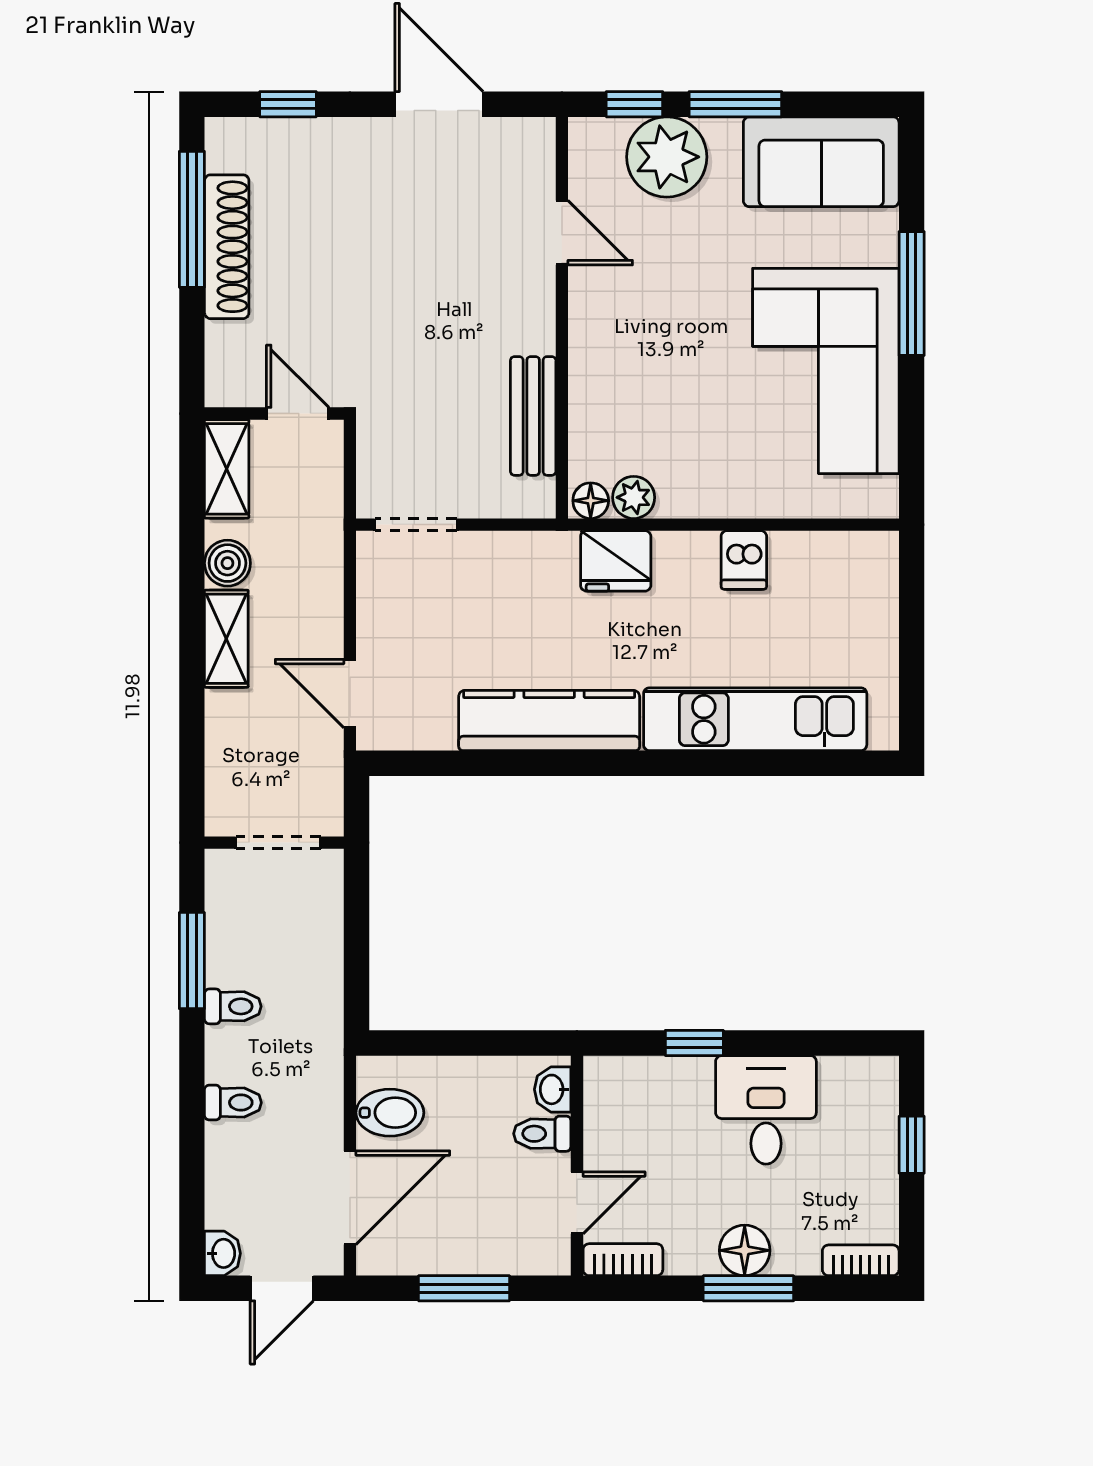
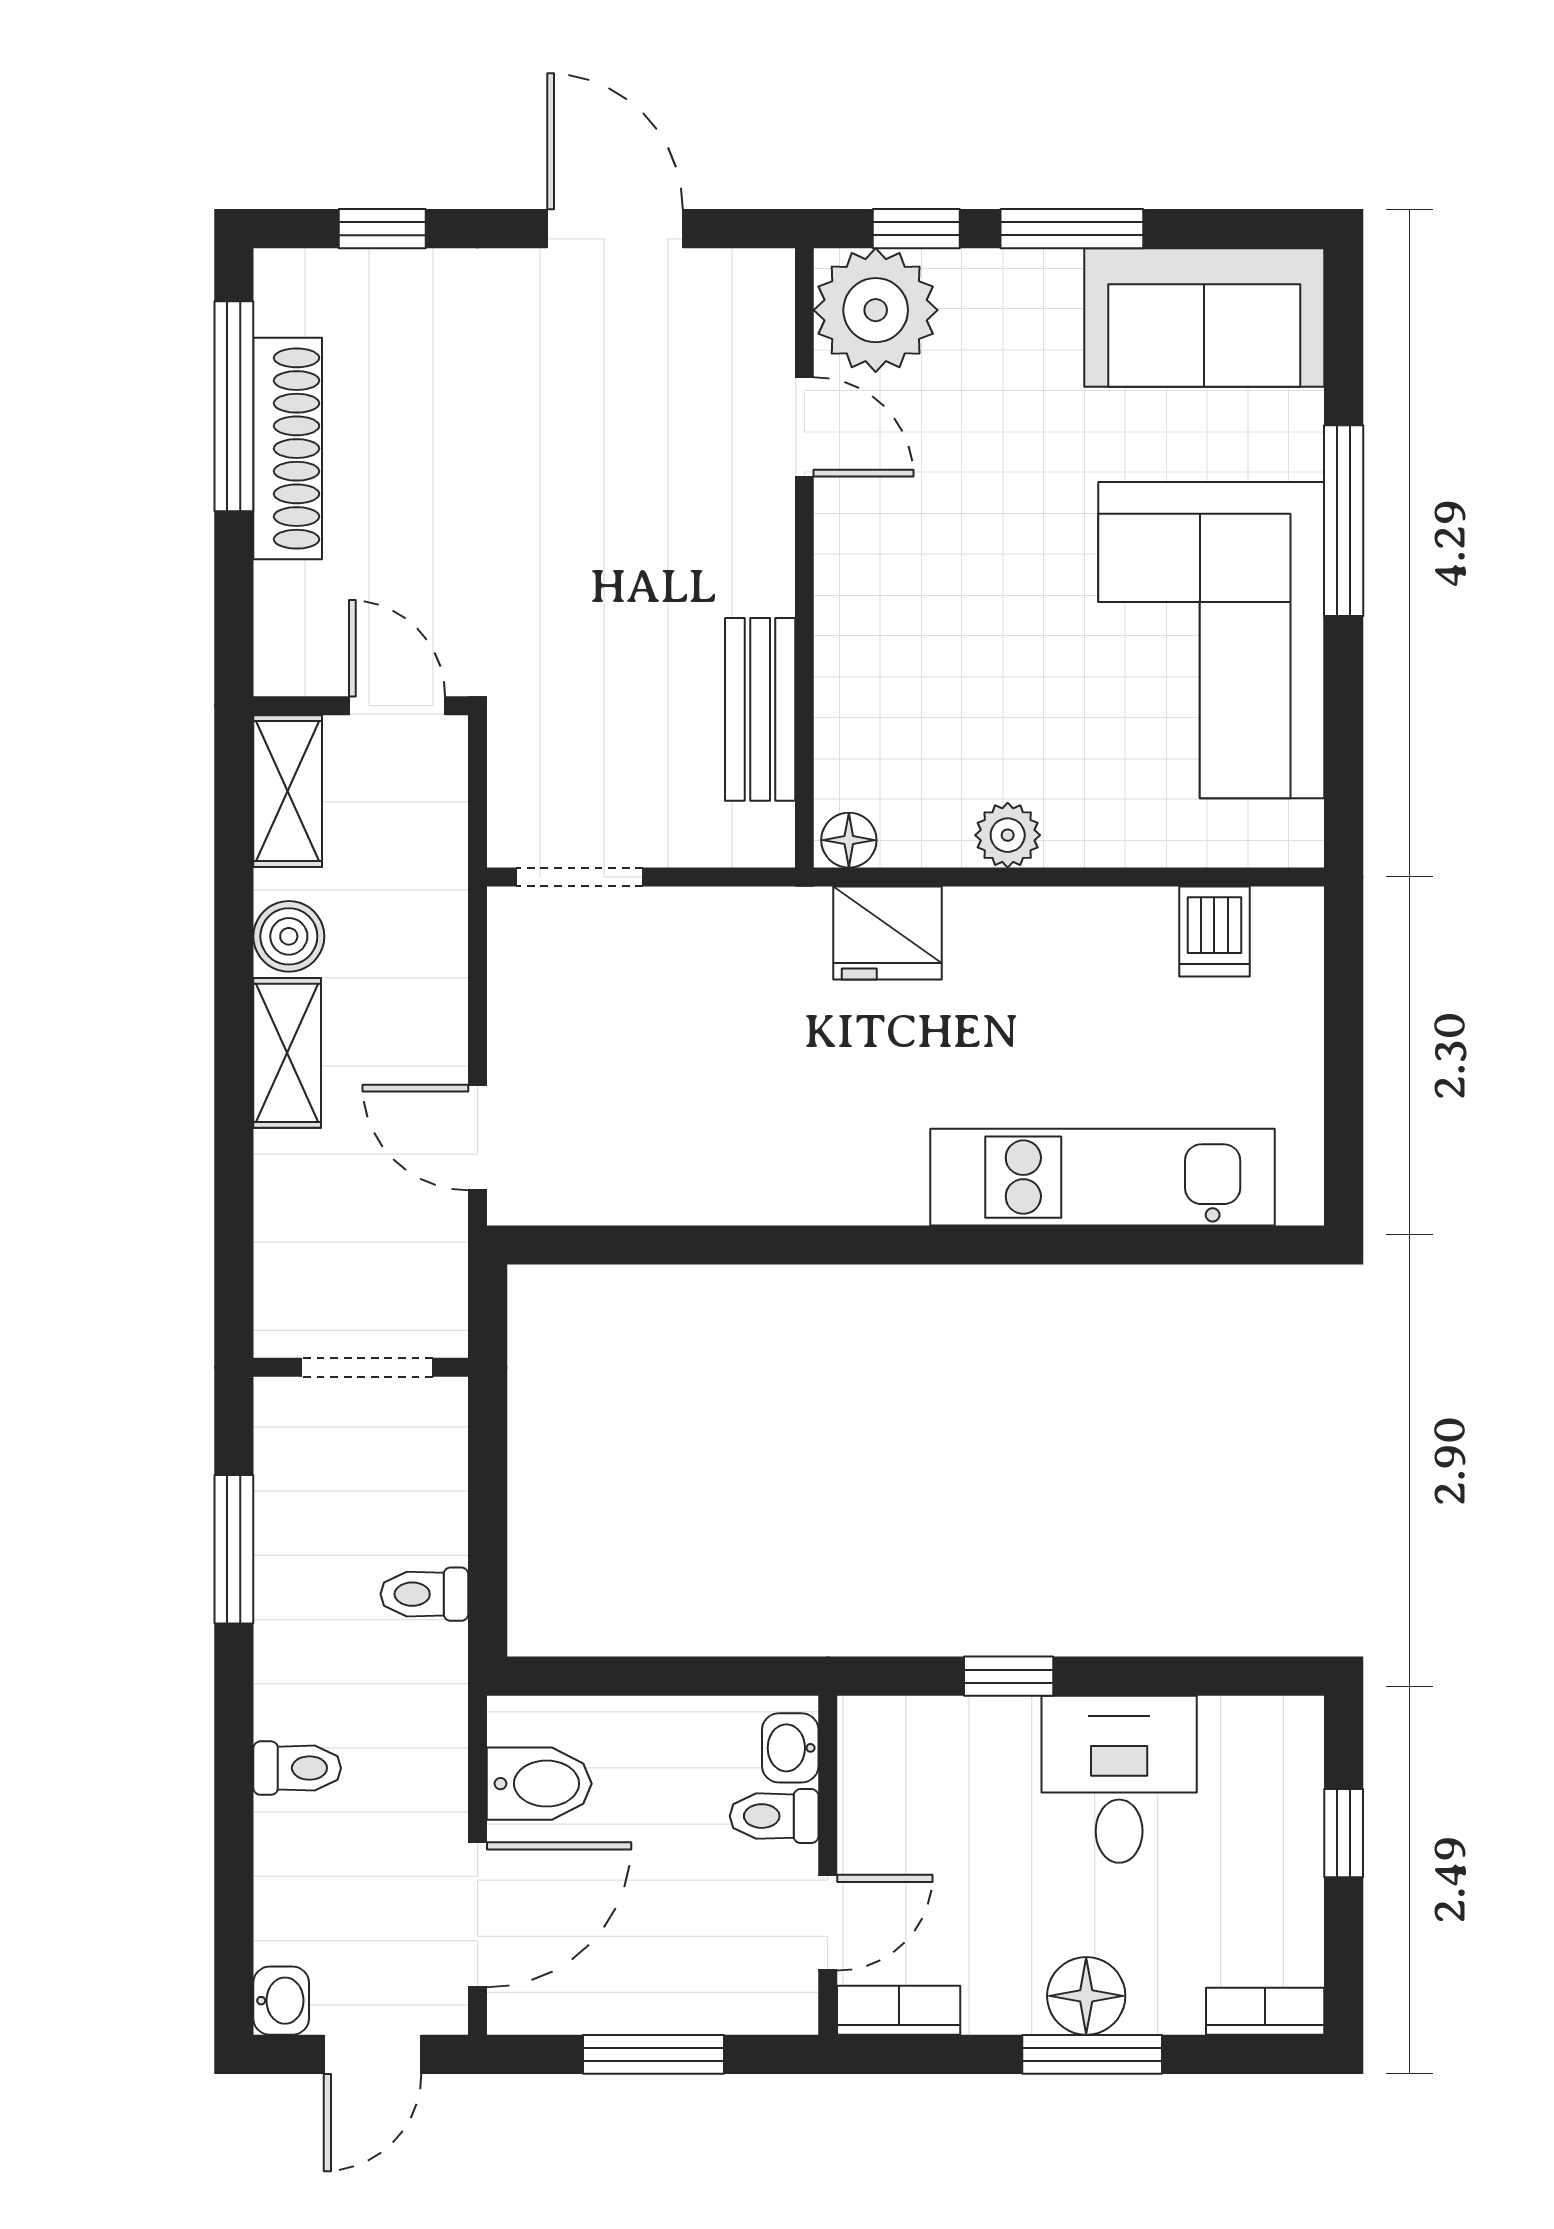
plant: (667, 157) -> (876, 310), moved
plant: (634, 497) -> (1008, 835), moved
dishwasher: (744, 560) -> (1214, 931), moved
kitchen counter: (549, 721) -> (785, 1179), removed
toilet: (233, 1006) -> (424, 1594), moved, turned 180

